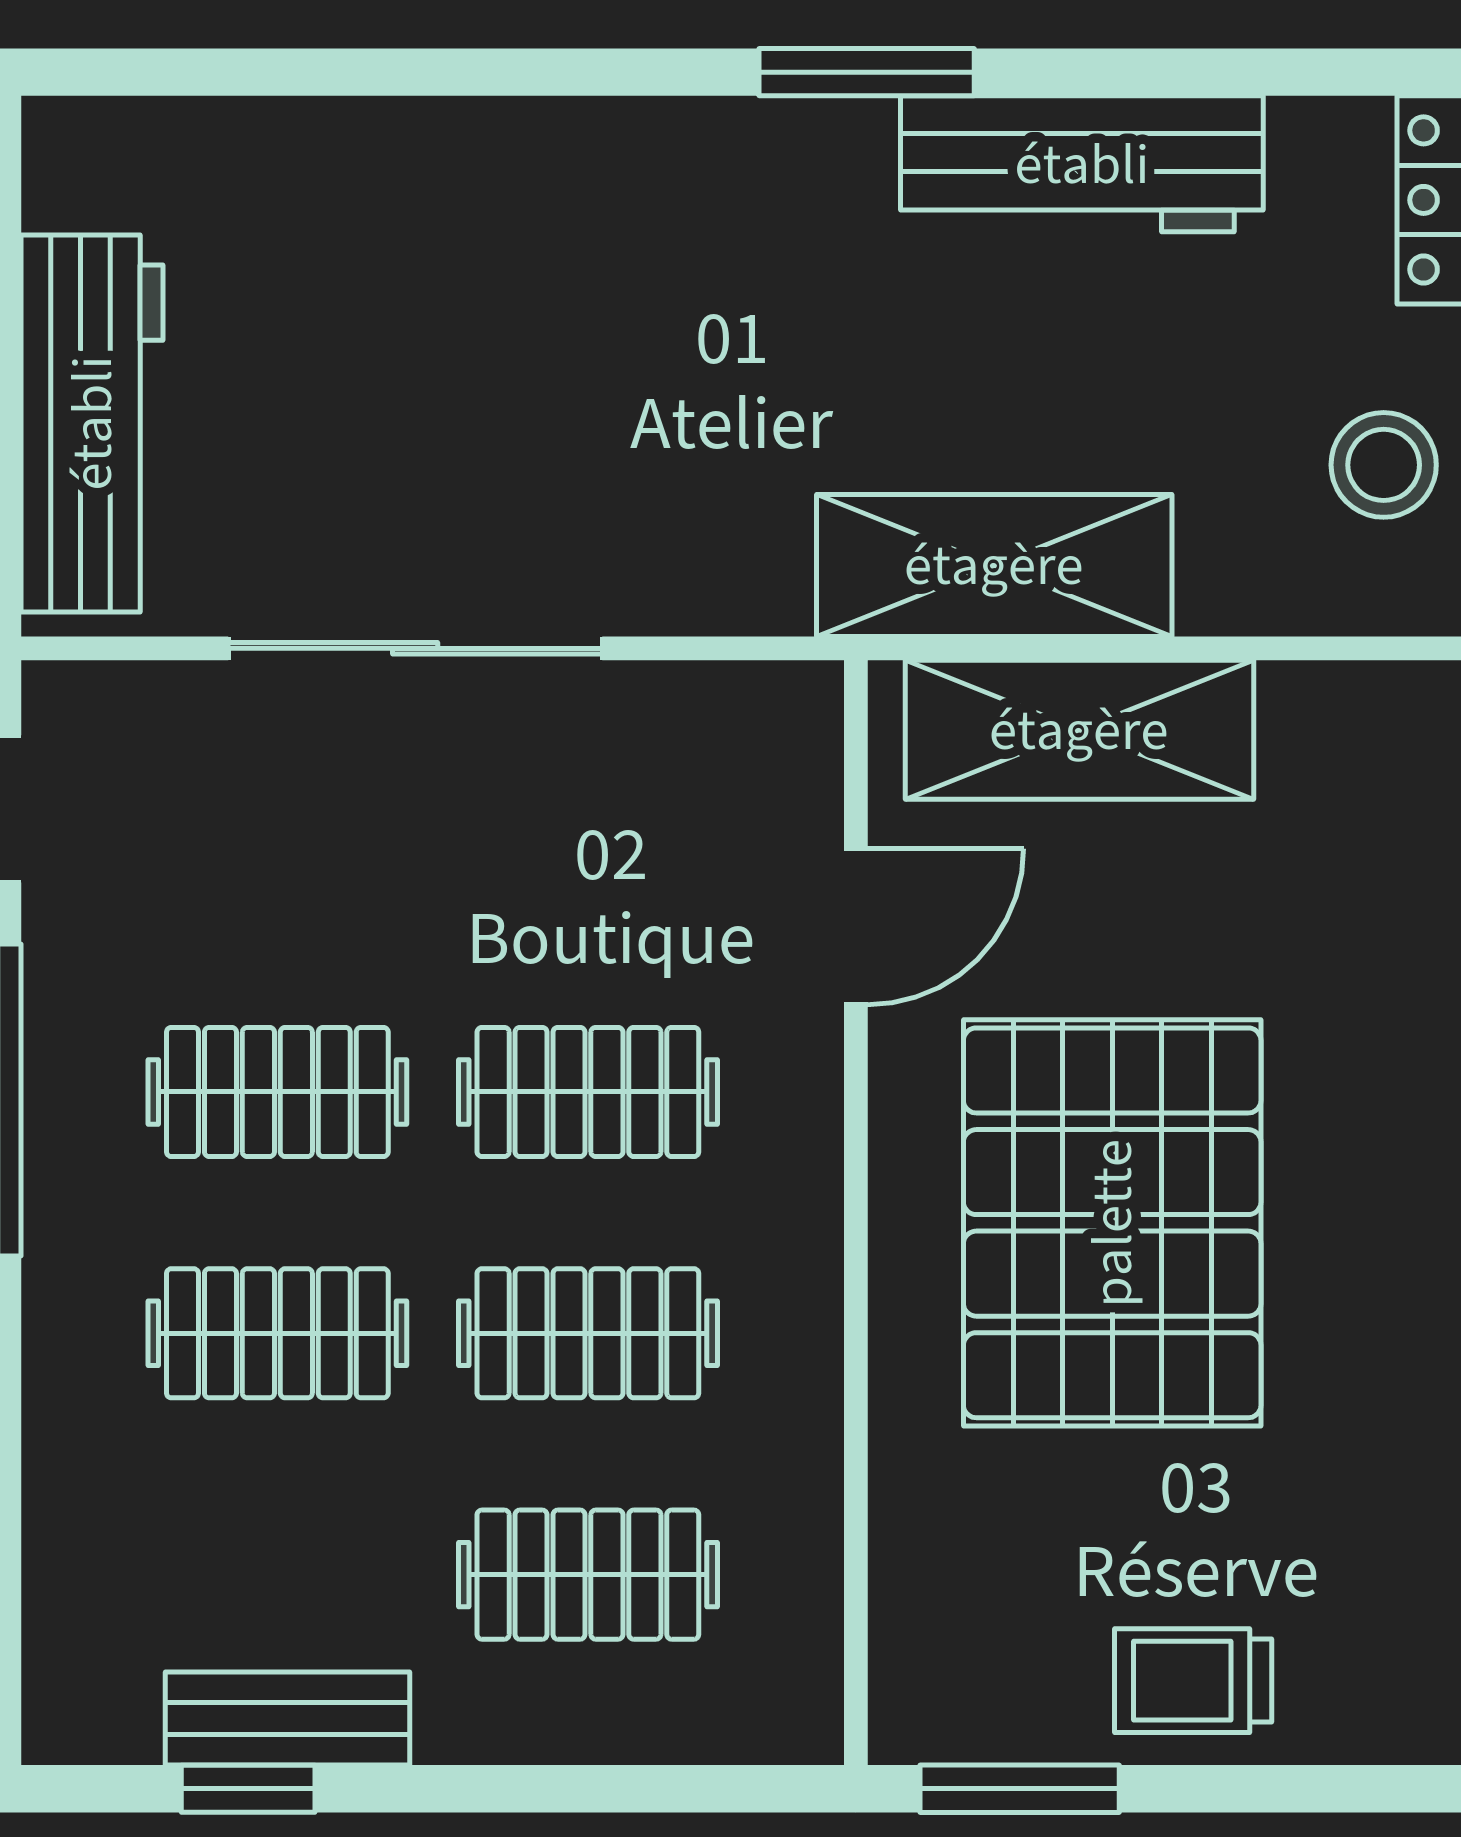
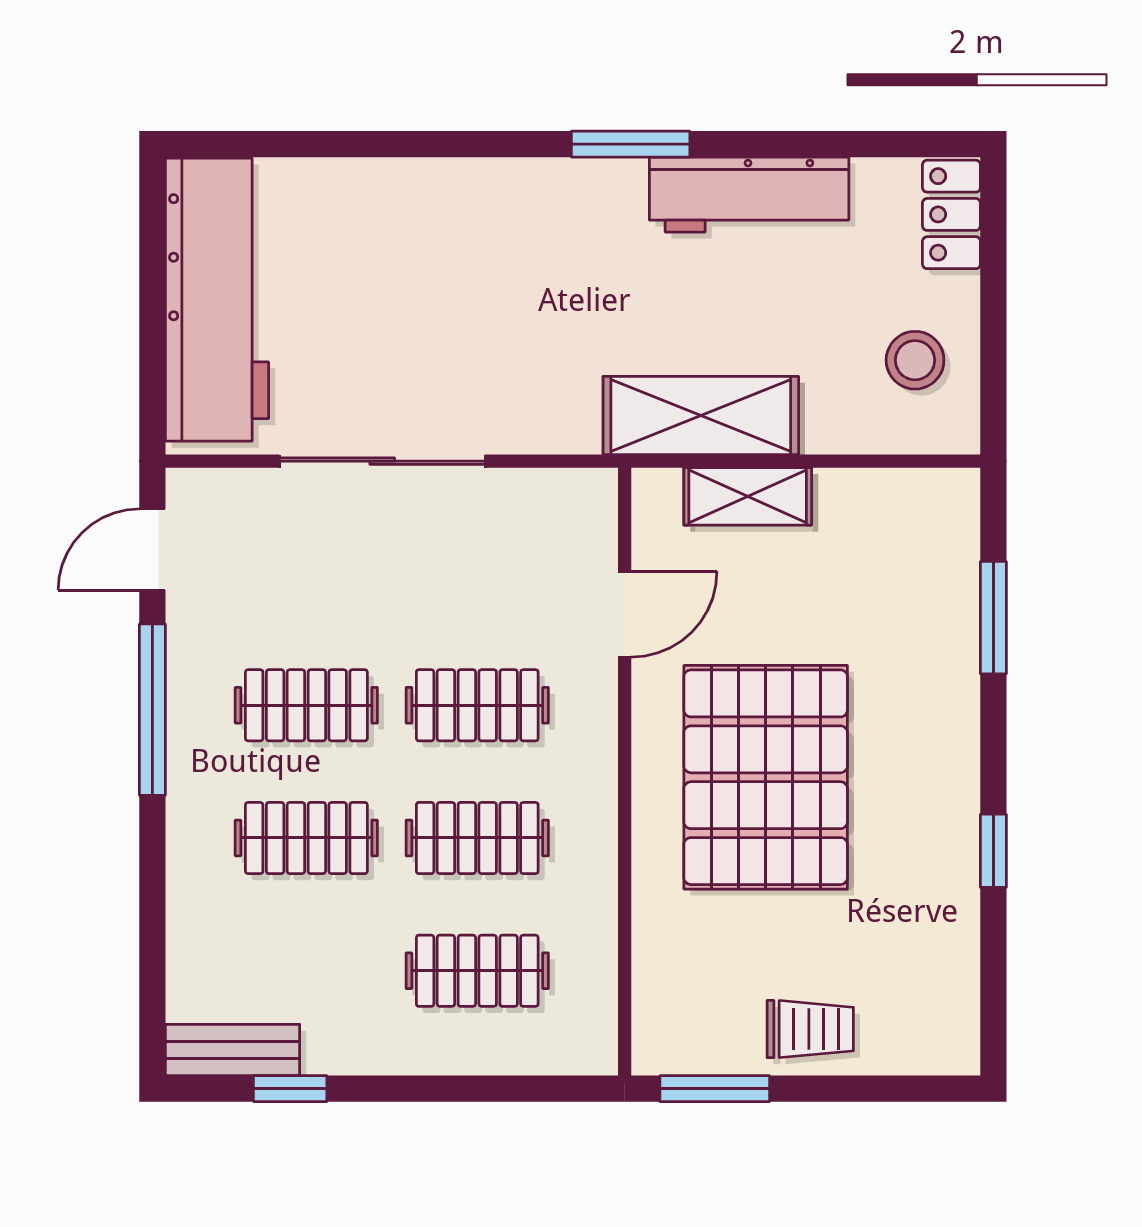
workbench: (92, 423) -> (217, 300), width x1.36, depth x1.32
shelving: (1079, 730) -> (748, 496), width x0.67, depth x0.75
trolley: (1193, 1681) -> (810, 1029), turned 180
bench: (287, 1719) -> (233, 1050), moved

